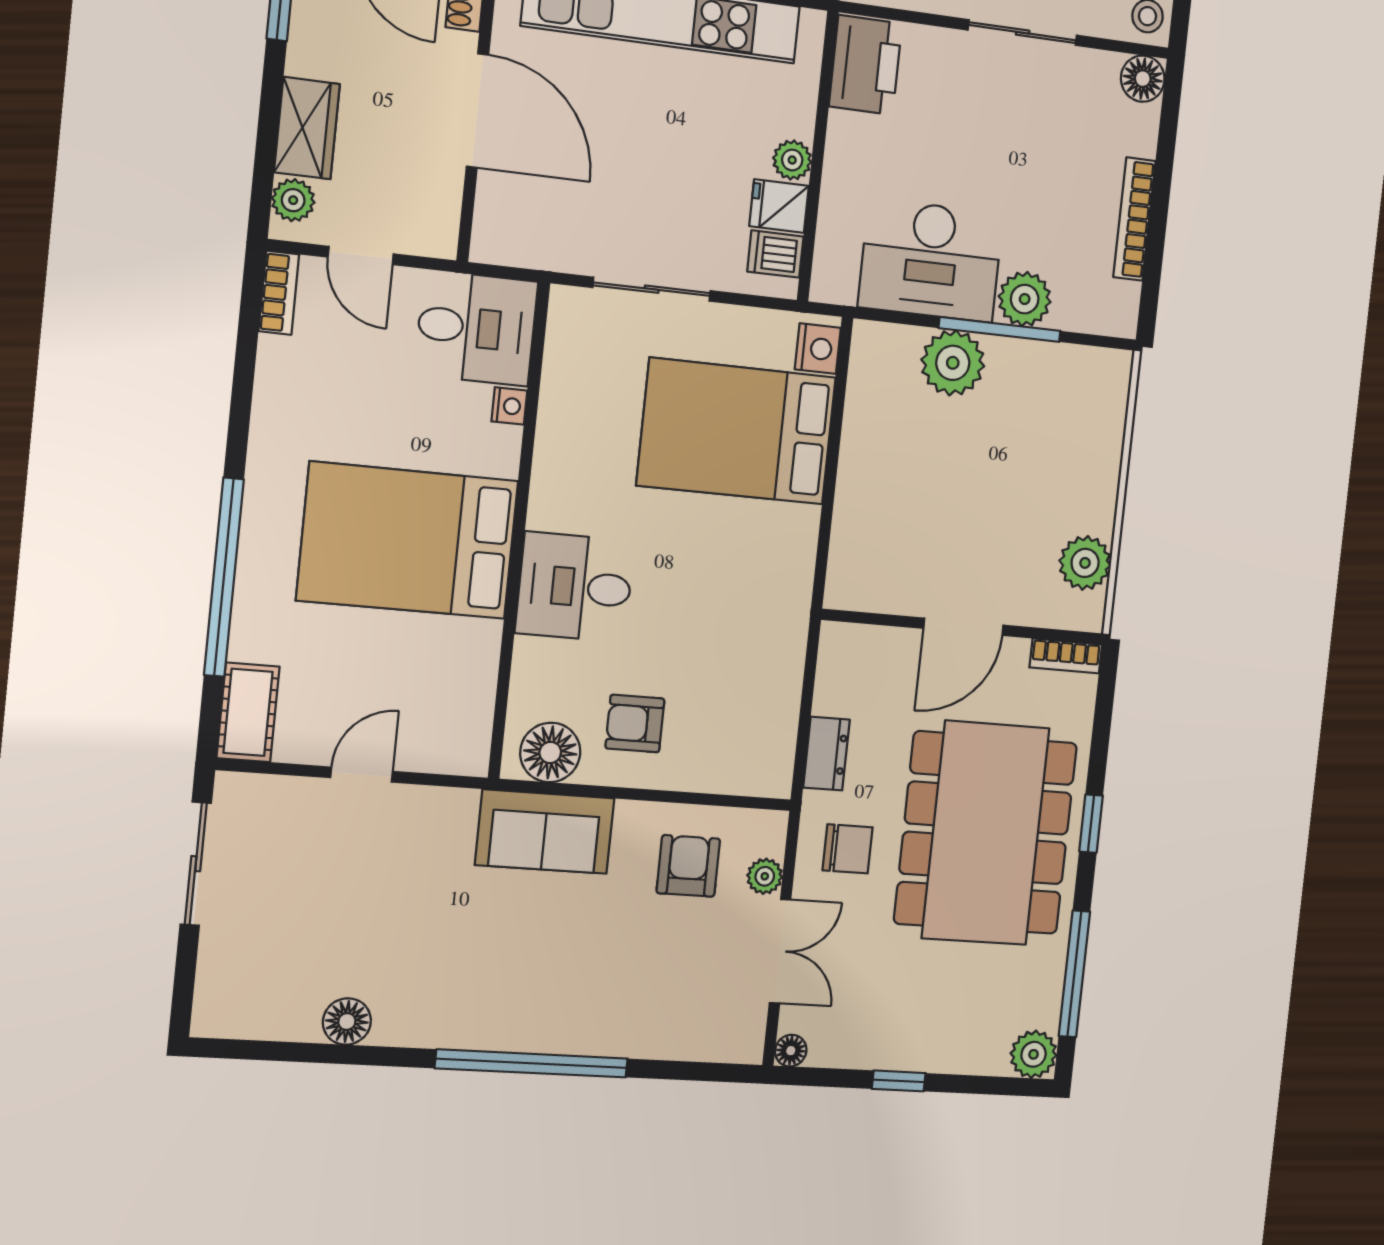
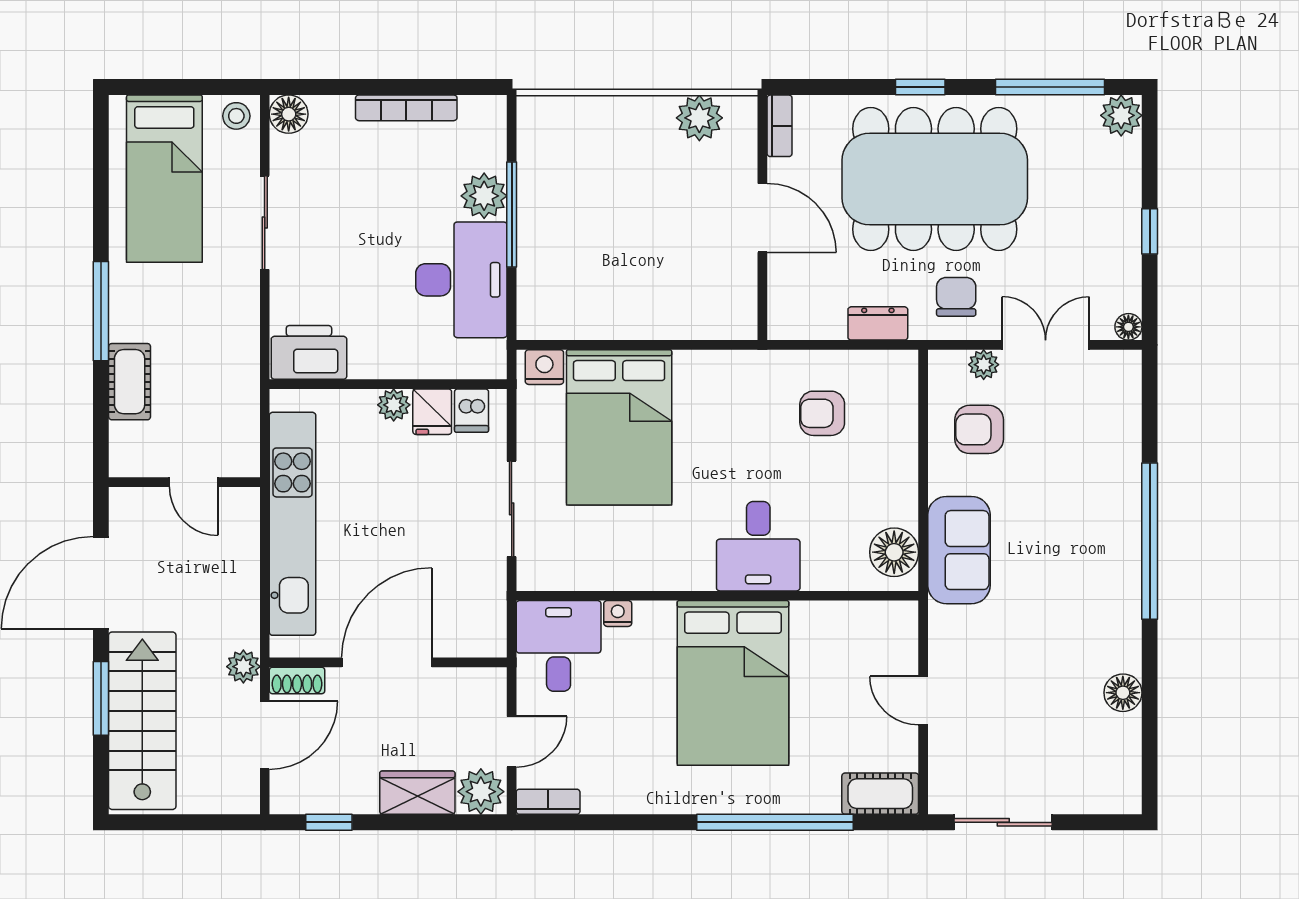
plant: (293, 200) -> (481, 792), width x1.38, depth x1.38
plant: (953, 363) -> (544, 252), removed
armchair: (635, 723) -> (822, 413), moved, turned 90

